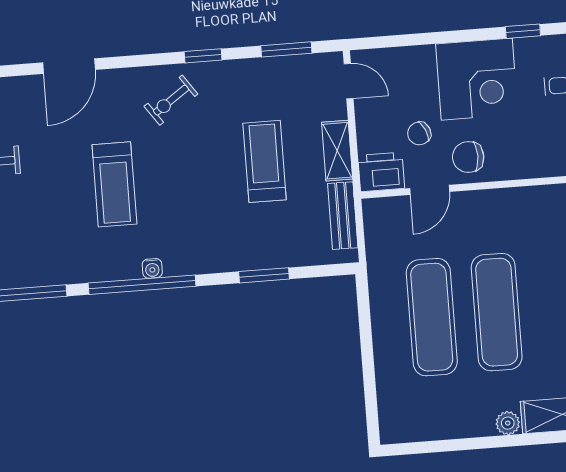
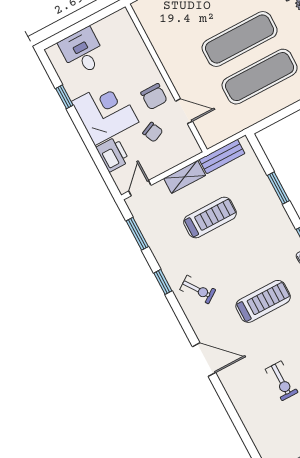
treadmill: (265, 161) -> (210, 217), turned 180
printer: (381, 172) -> (113, 154), moved, turned 180

